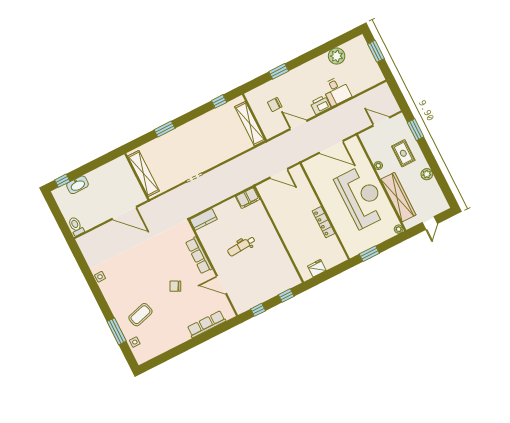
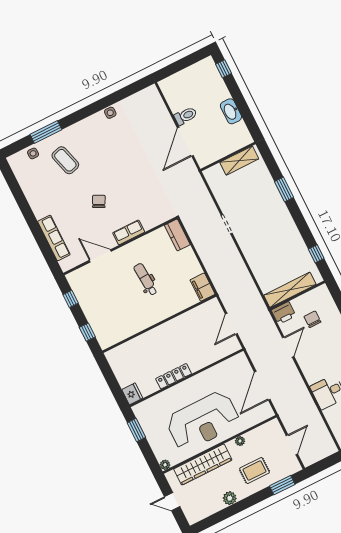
printer: (320, 105) -> (284, 313), moved, turned 90
shelving: (143, 174) -> (239, 161), width x0.68
washbasin: (77, 185) -> (231, 111), moved
toilet: (76, 226) -> (186, 116), moved
row of seats: (199, 255) -> (129, 232), width x0.68
fridge: (317, 268) -> (132, 394), moved
door: (221, 285) -> (100, 256), hinge flipped

